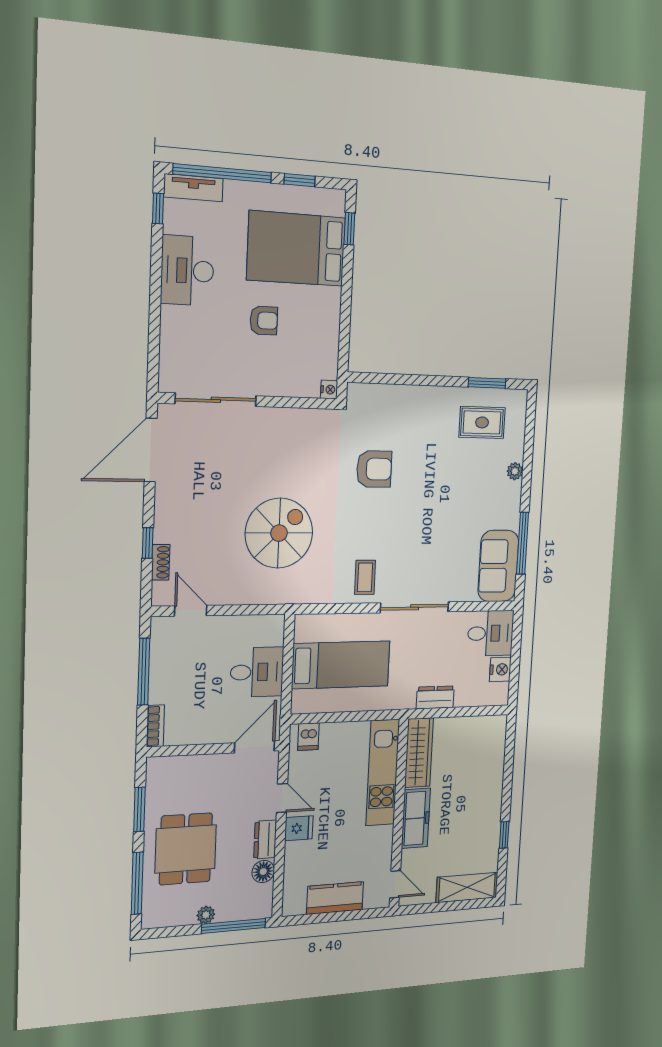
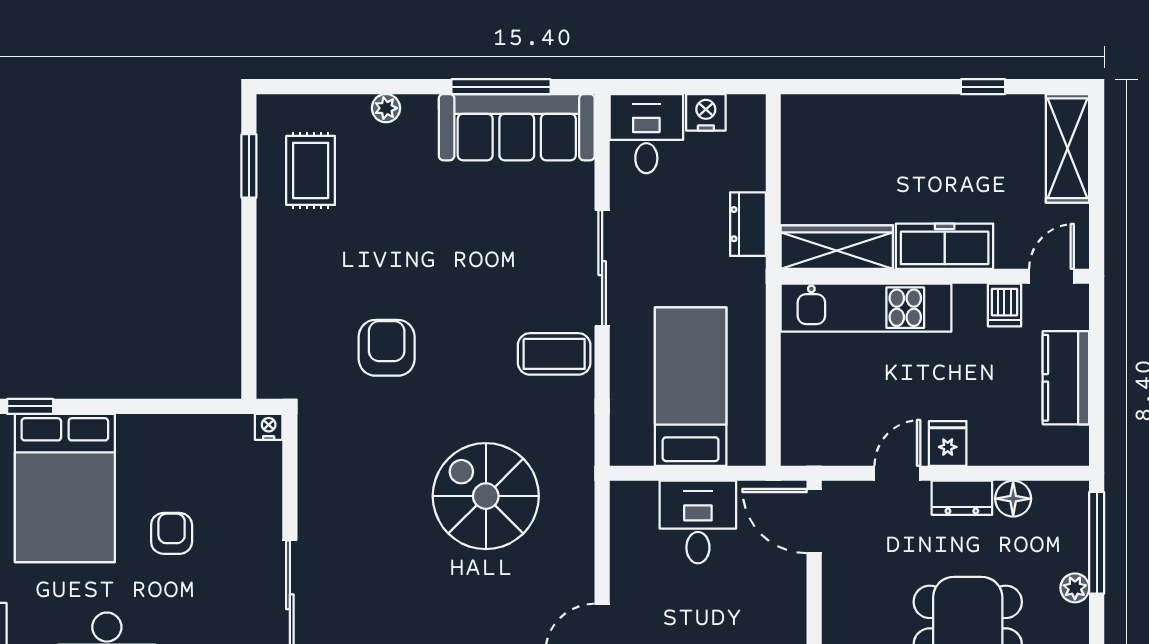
sofa: (498, 566) -> (517, 127), width x1.36
coffee table: (365, 577) -> (554, 354), width x1.36, depth x1.30
dishwasher: (308, 737) -> (1004, 305), moved, turned 90

